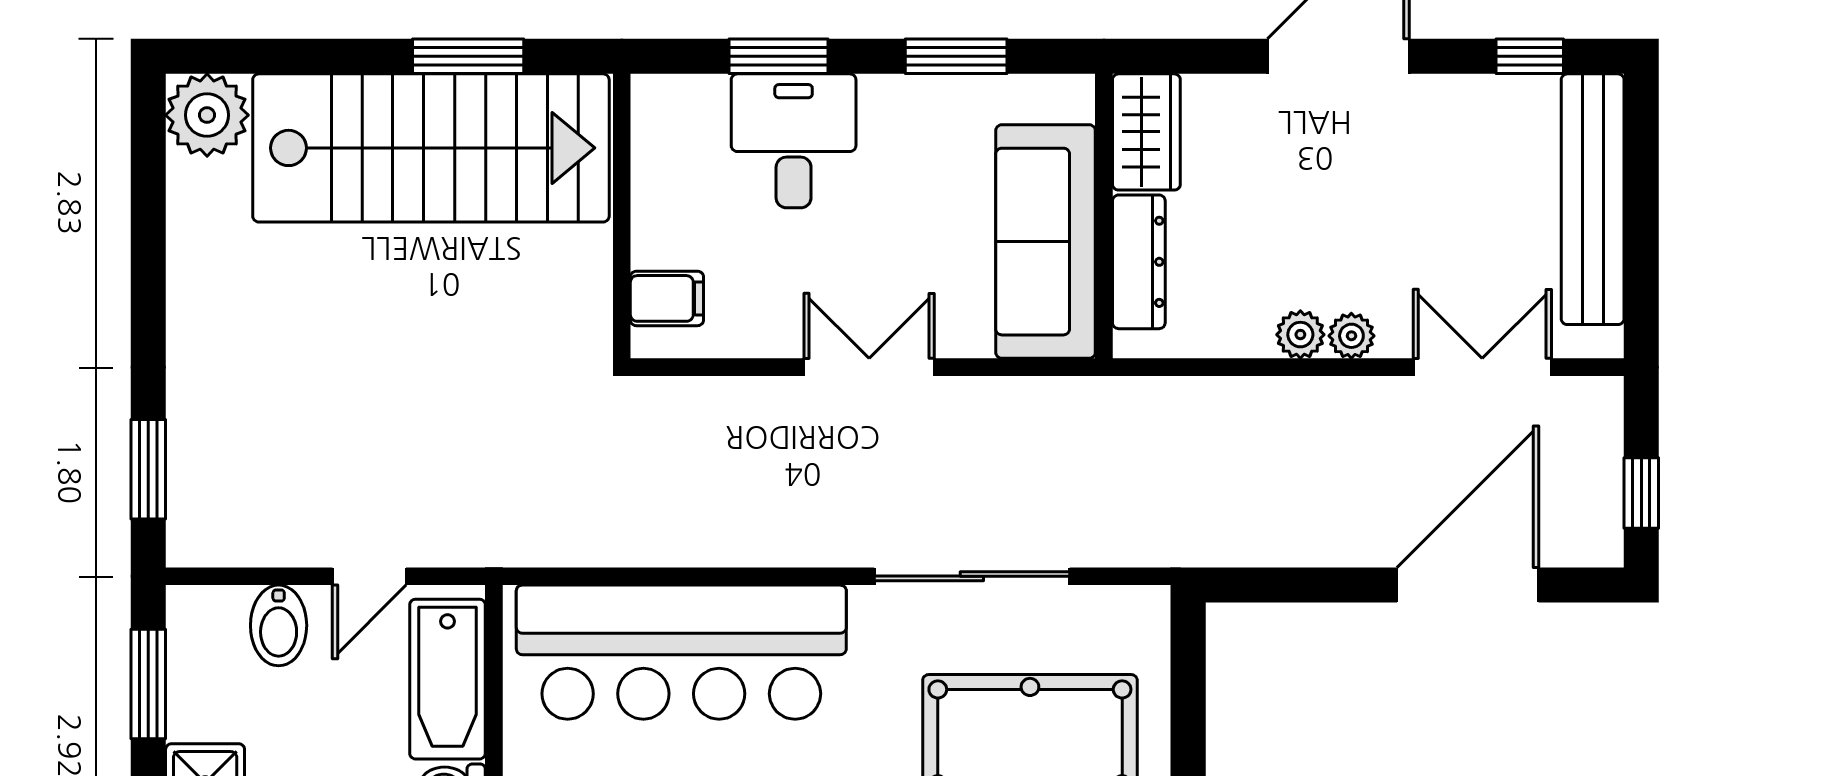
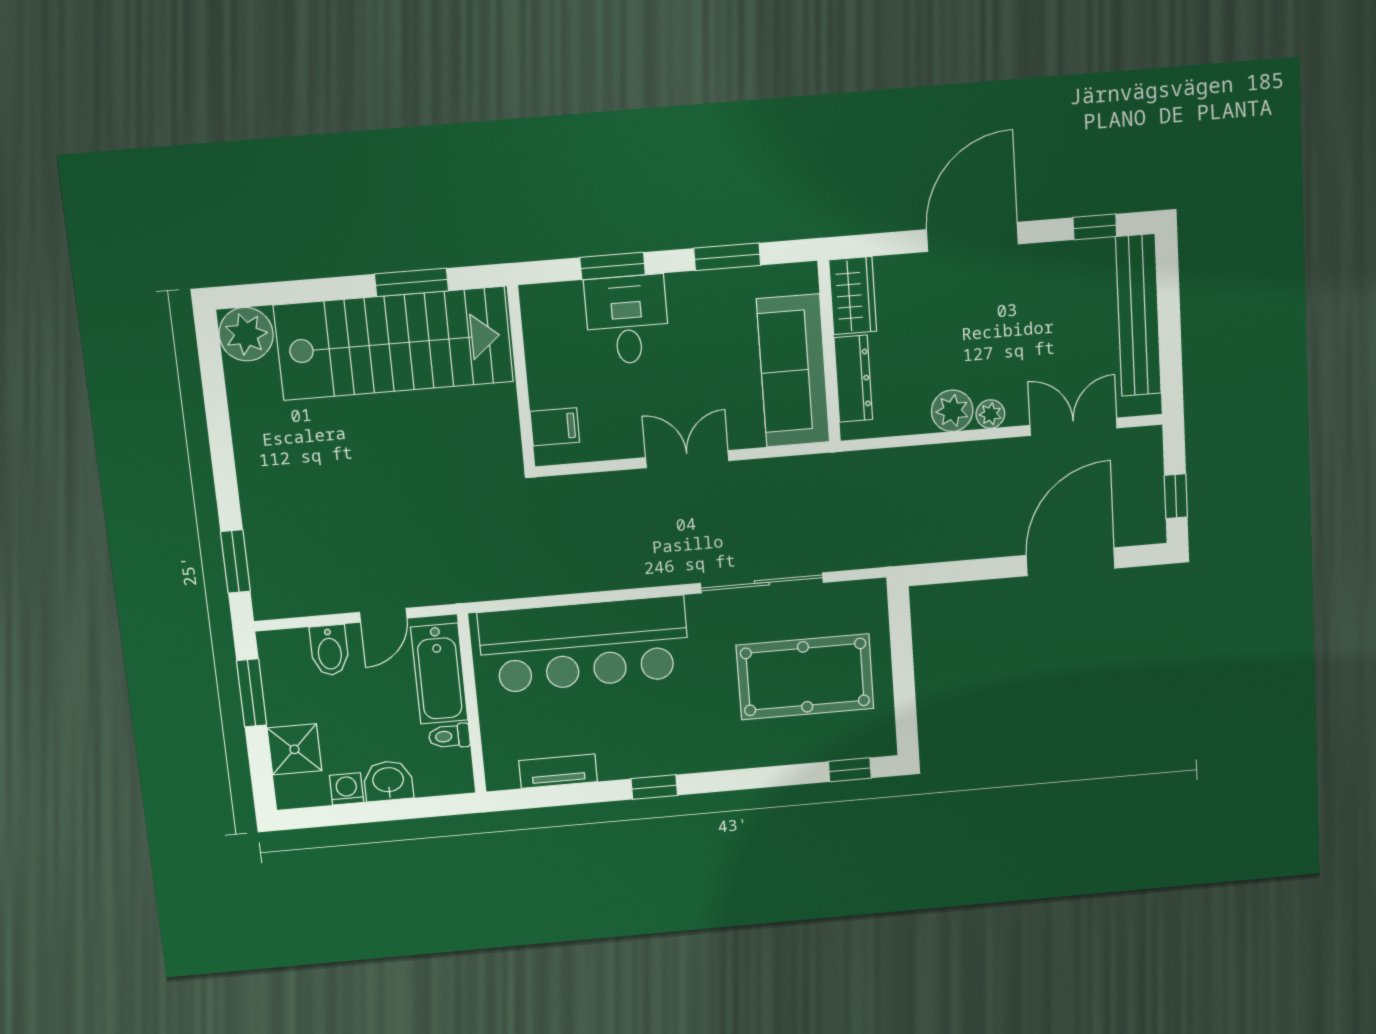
plant: (1300, 335) -> (952, 411), width x1.38, depth x1.38

